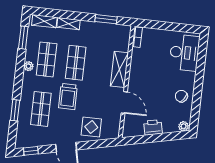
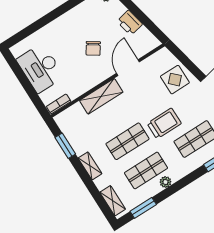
shelving: (68, 24) -> (90, 166), moved
desk: (184, 53) -> (40, 68), moved, turned -90
chair: (181, 96) -> (93, 48), moved

